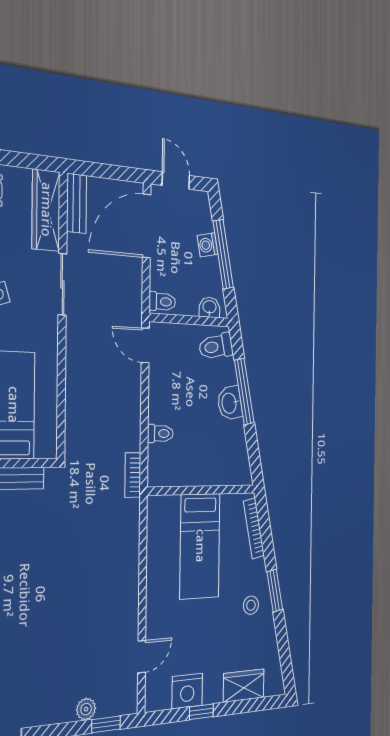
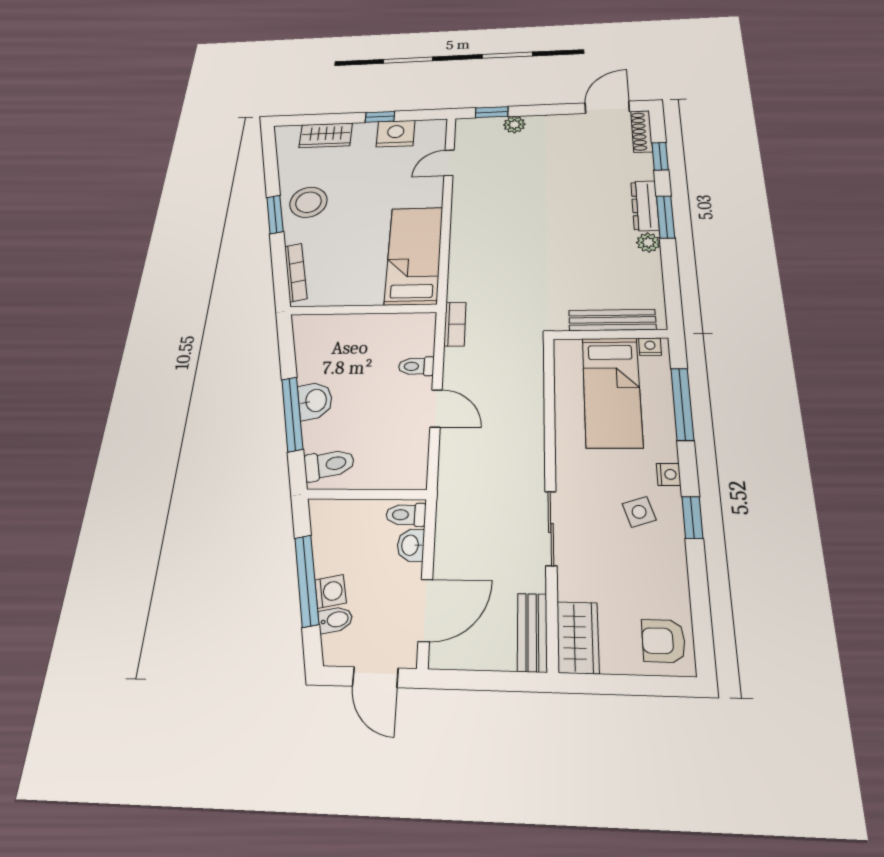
wardrobe: (46, 210) -> (578, 637), width x0.67
bidet: (203, 224) -> (335, 620), added
door: (147, 226) -> (425, 610), width x0.73
washbasin: (210, 307) -> (411, 545), moved, turned 90
door: (145, 345) -> (436, 408), moved
bed: (200, 546) -> (414, 255), moved
stool: (251, 605) -> (308, 202), width x1.89, depth x1.89

